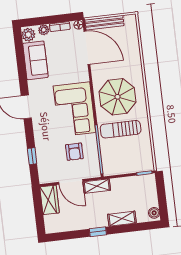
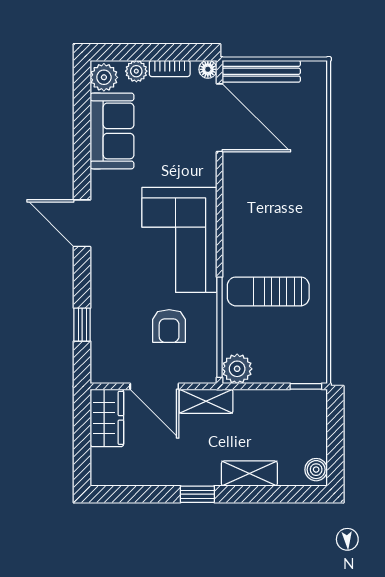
parasol: (118, 97) -> (270, 225), removed
plant: (110, 169) -> (237, 369), added

